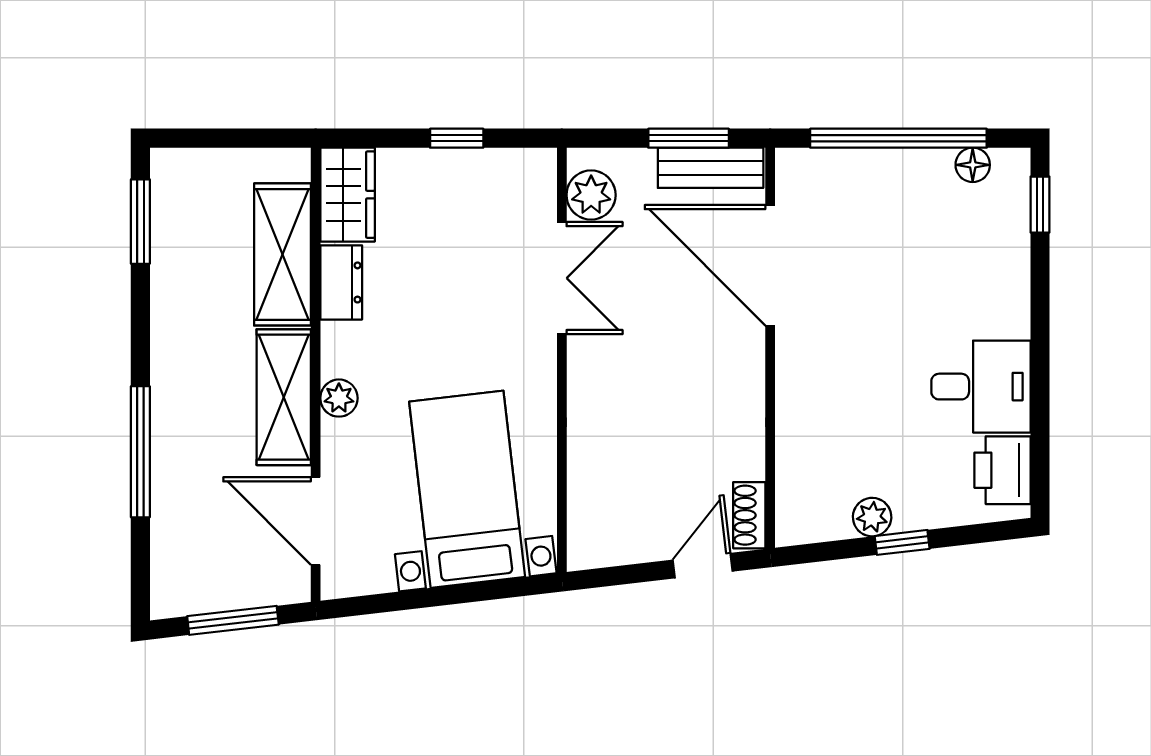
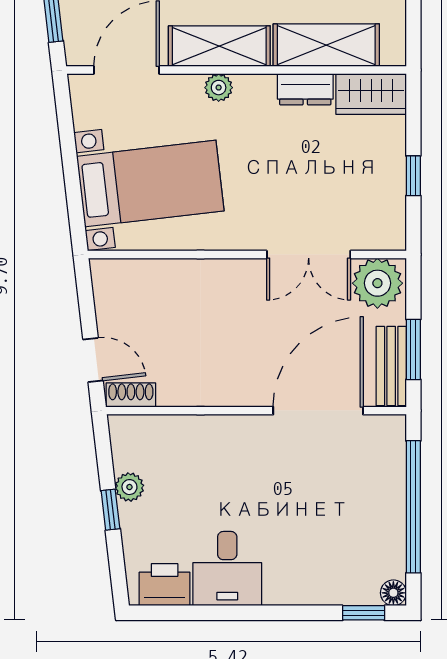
floor lamp: (973, 165) -> (393, 593), moved
plant: (591, 195) -> (377, 283), width x1.36, depth x1.36

